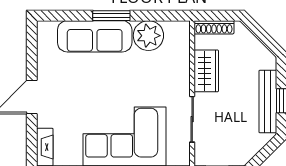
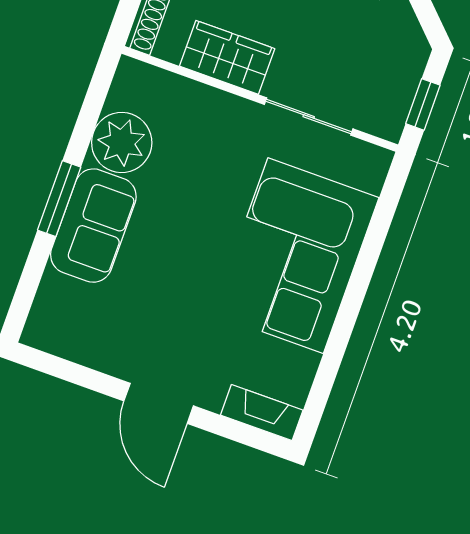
sofa: (95, 36) -> (93, 226), width x0.73

